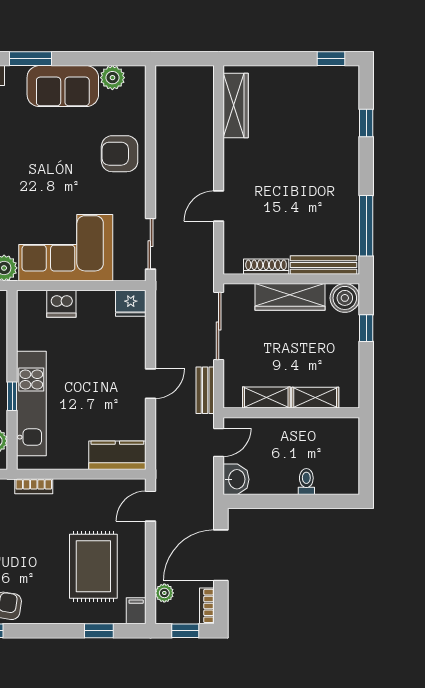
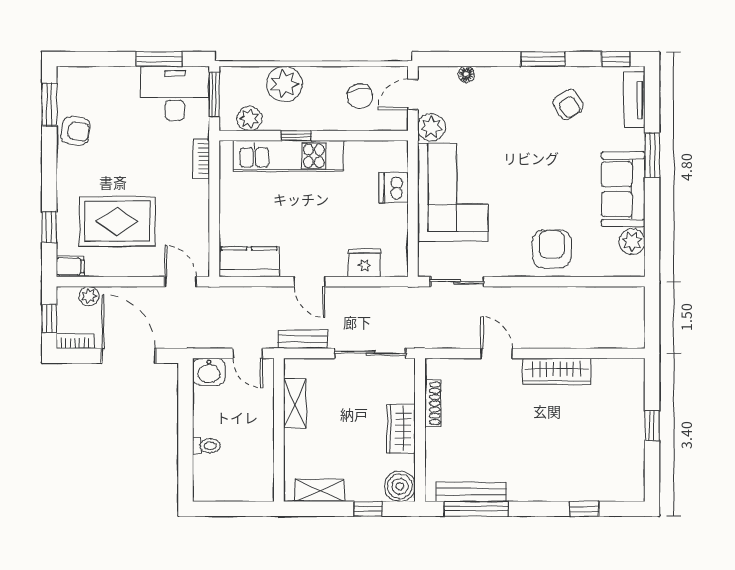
window: (331, 59) -> (652, 426), moved
wardrobe: (236, 105) -> (557, 371), moved
bench: (324, 265) -> (471, 492), moved, turned 90
wardrobe: (290, 297) -> (401, 429), width x0.67
fridge: (131, 303) -> (365, 263), moved, turned 90
shelving: (315, 398) -> (320, 491), moved, turned 90
kitchen counter: (117, 455) -> (249, 262), moved, turned -90

